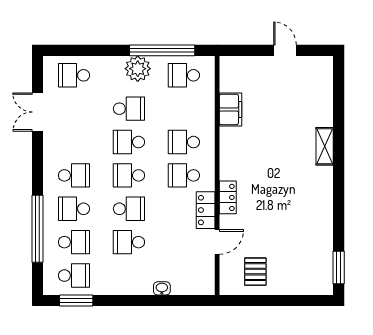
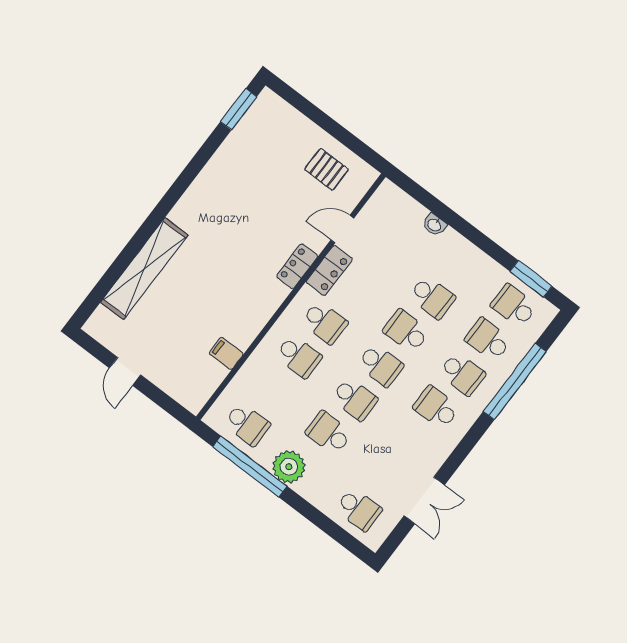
filing cabinet: (230, 109) -> (226, 354), width x0.50
shelving: (325, 146) -> (144, 269), width x2.20, depth x1.33
pallet: (255, 272) -> (326, 169), turned 90

